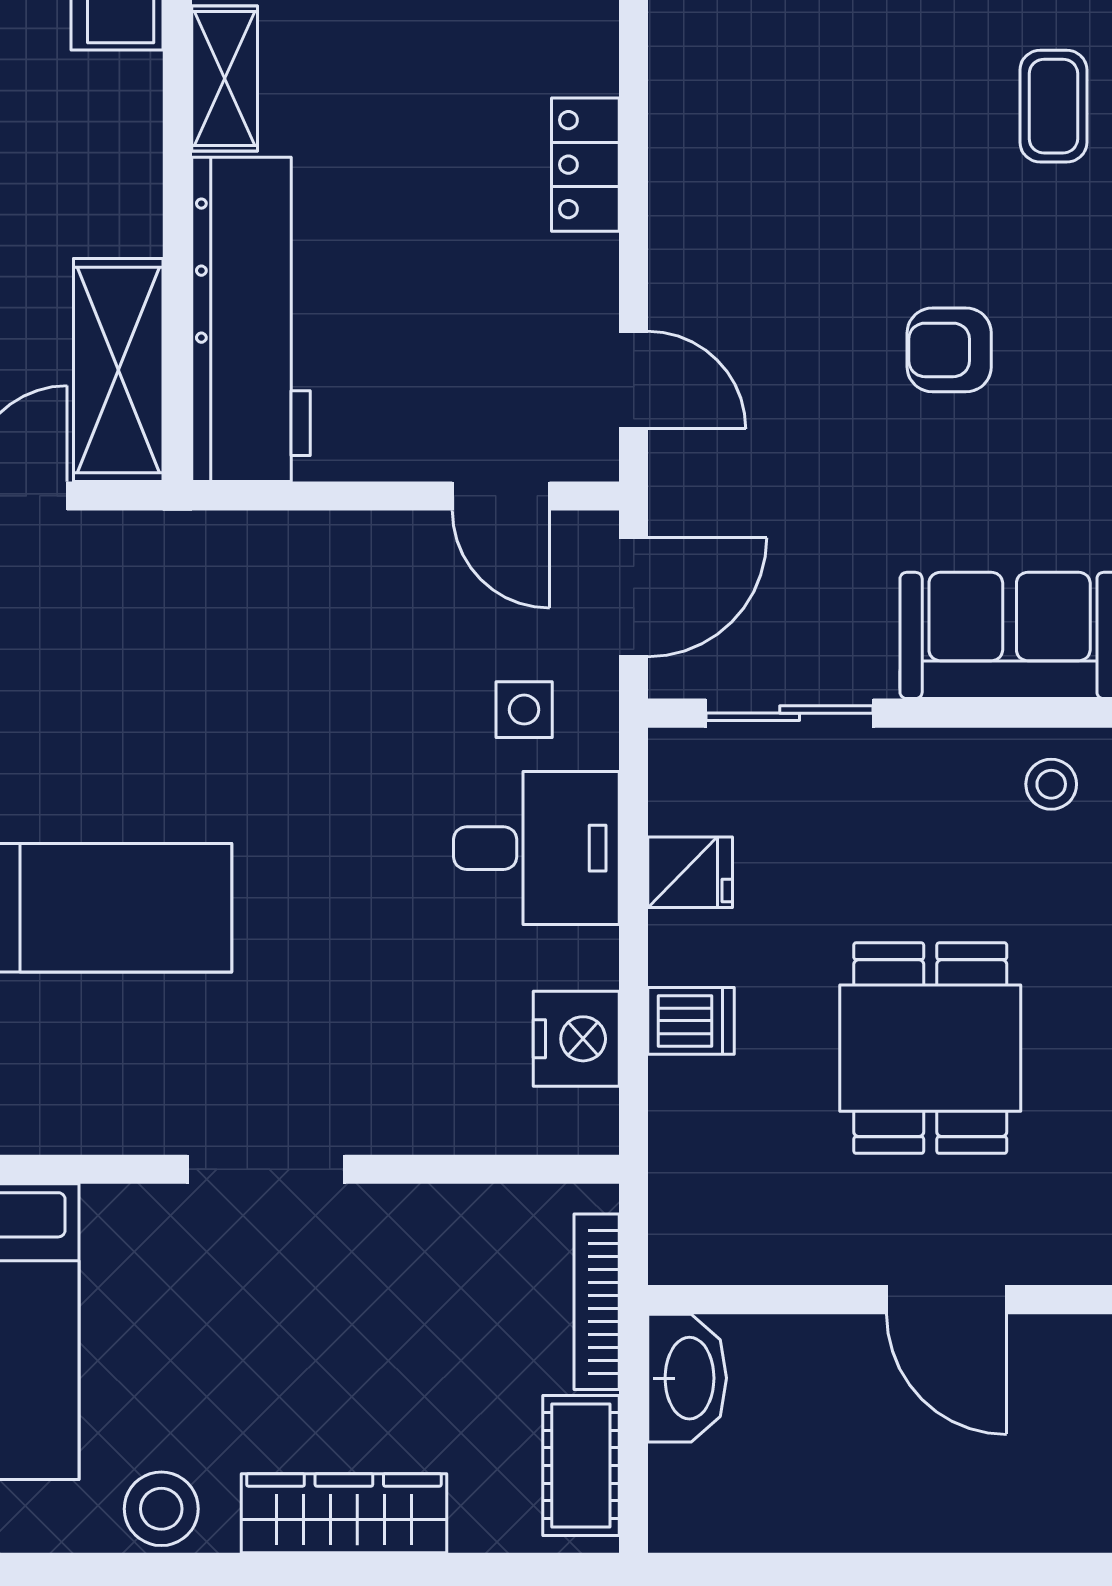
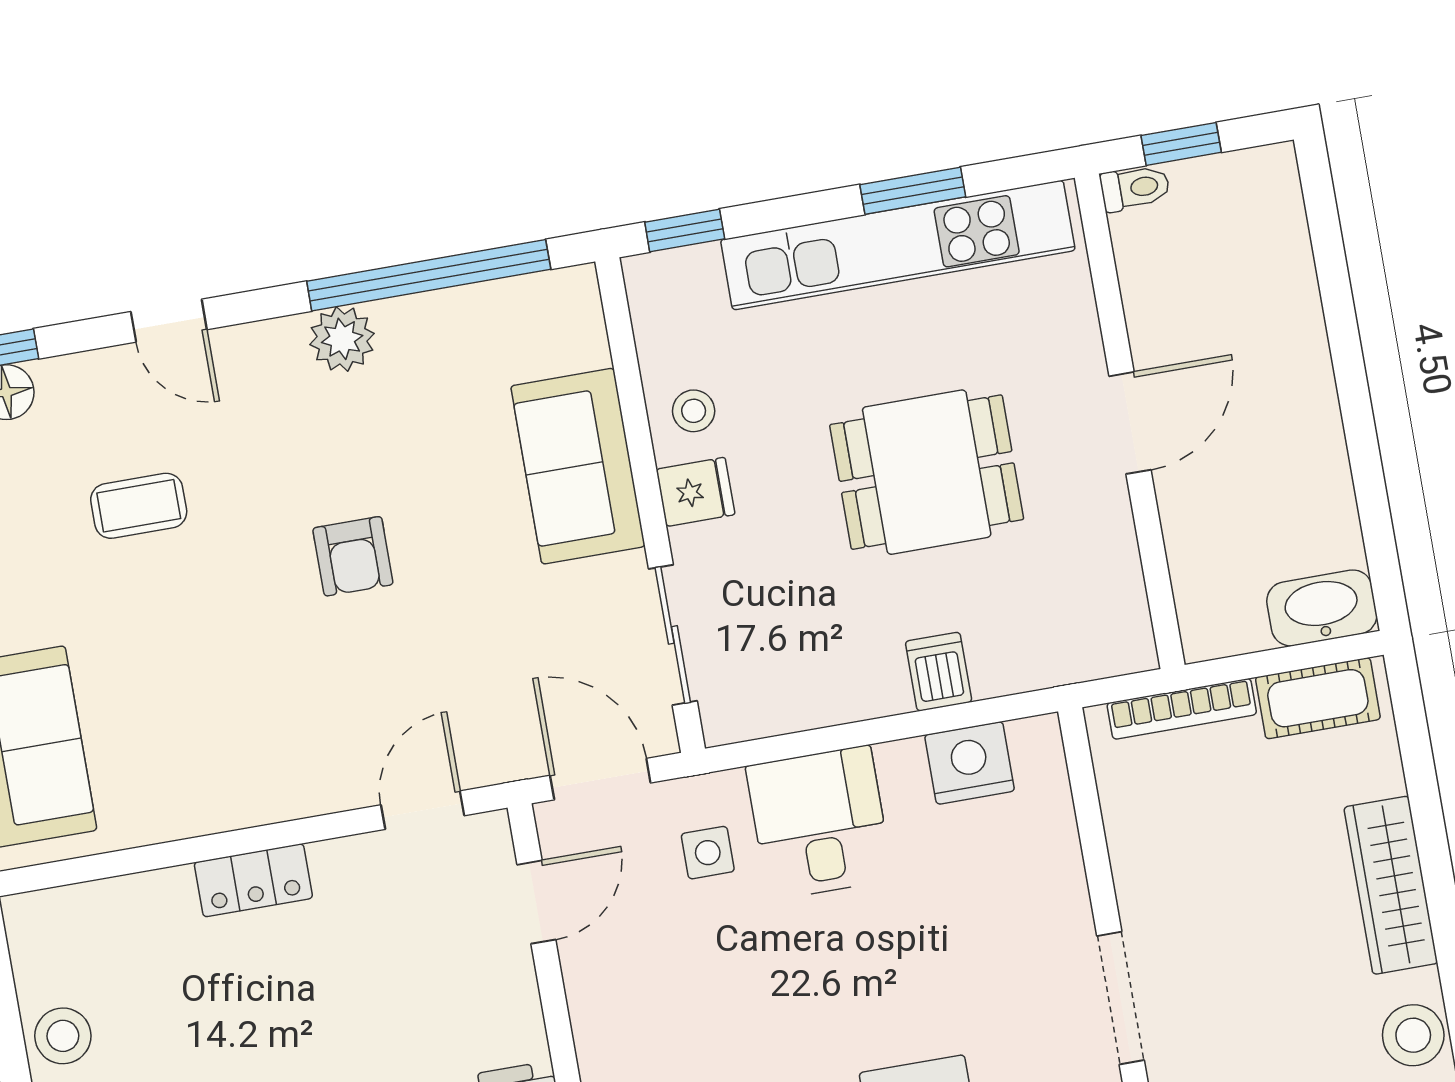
fridge: (690, 872) -> (696, 492), moved, turned 90
washbasin: (687, 1378) -> (1322, 608), moved

